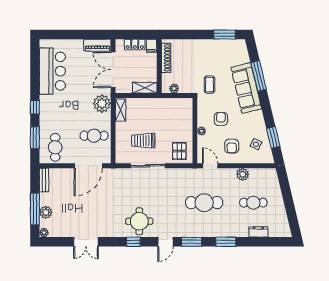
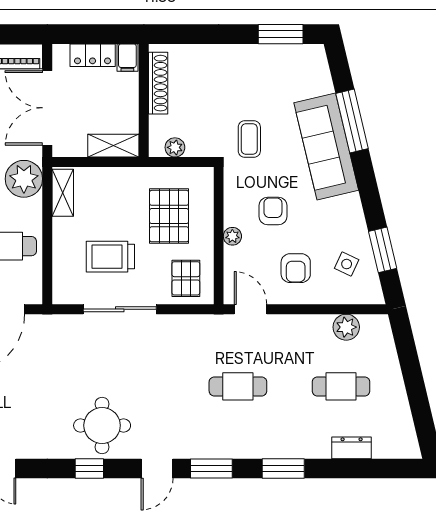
pallet: (171, 121) -> (169, 216), added
plant: (243, 174) -> (346, 327), moved
cafe table: (204, 203) -> (238, 386), width x0.73, depth x0.74

